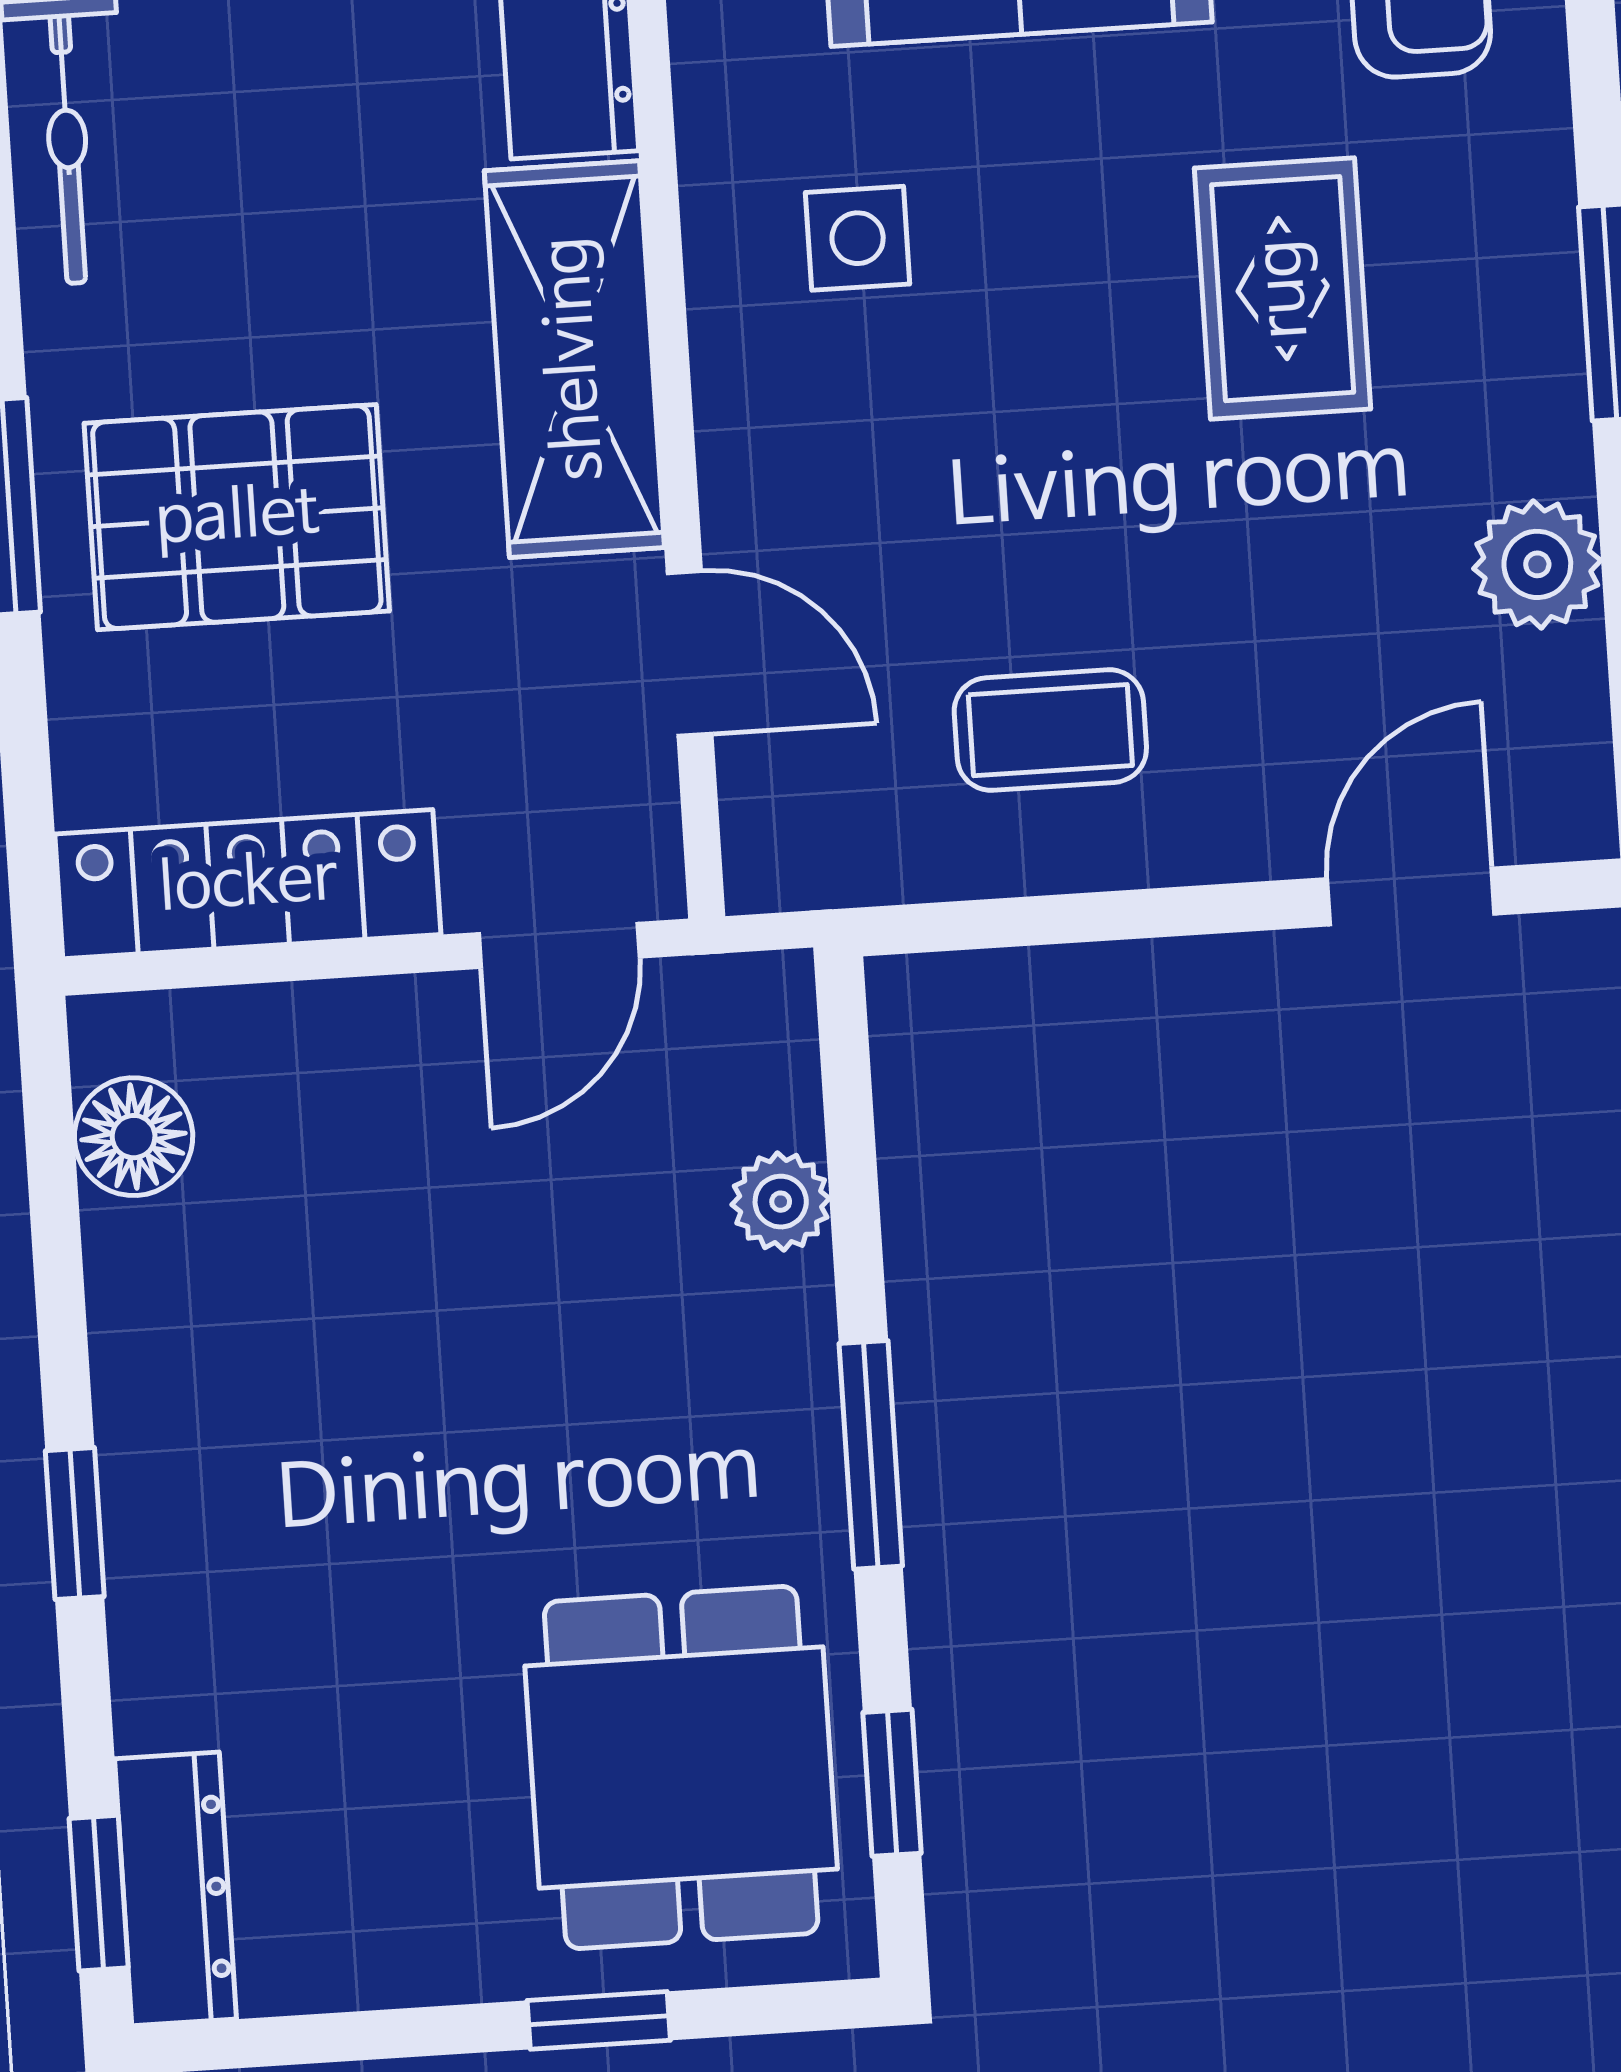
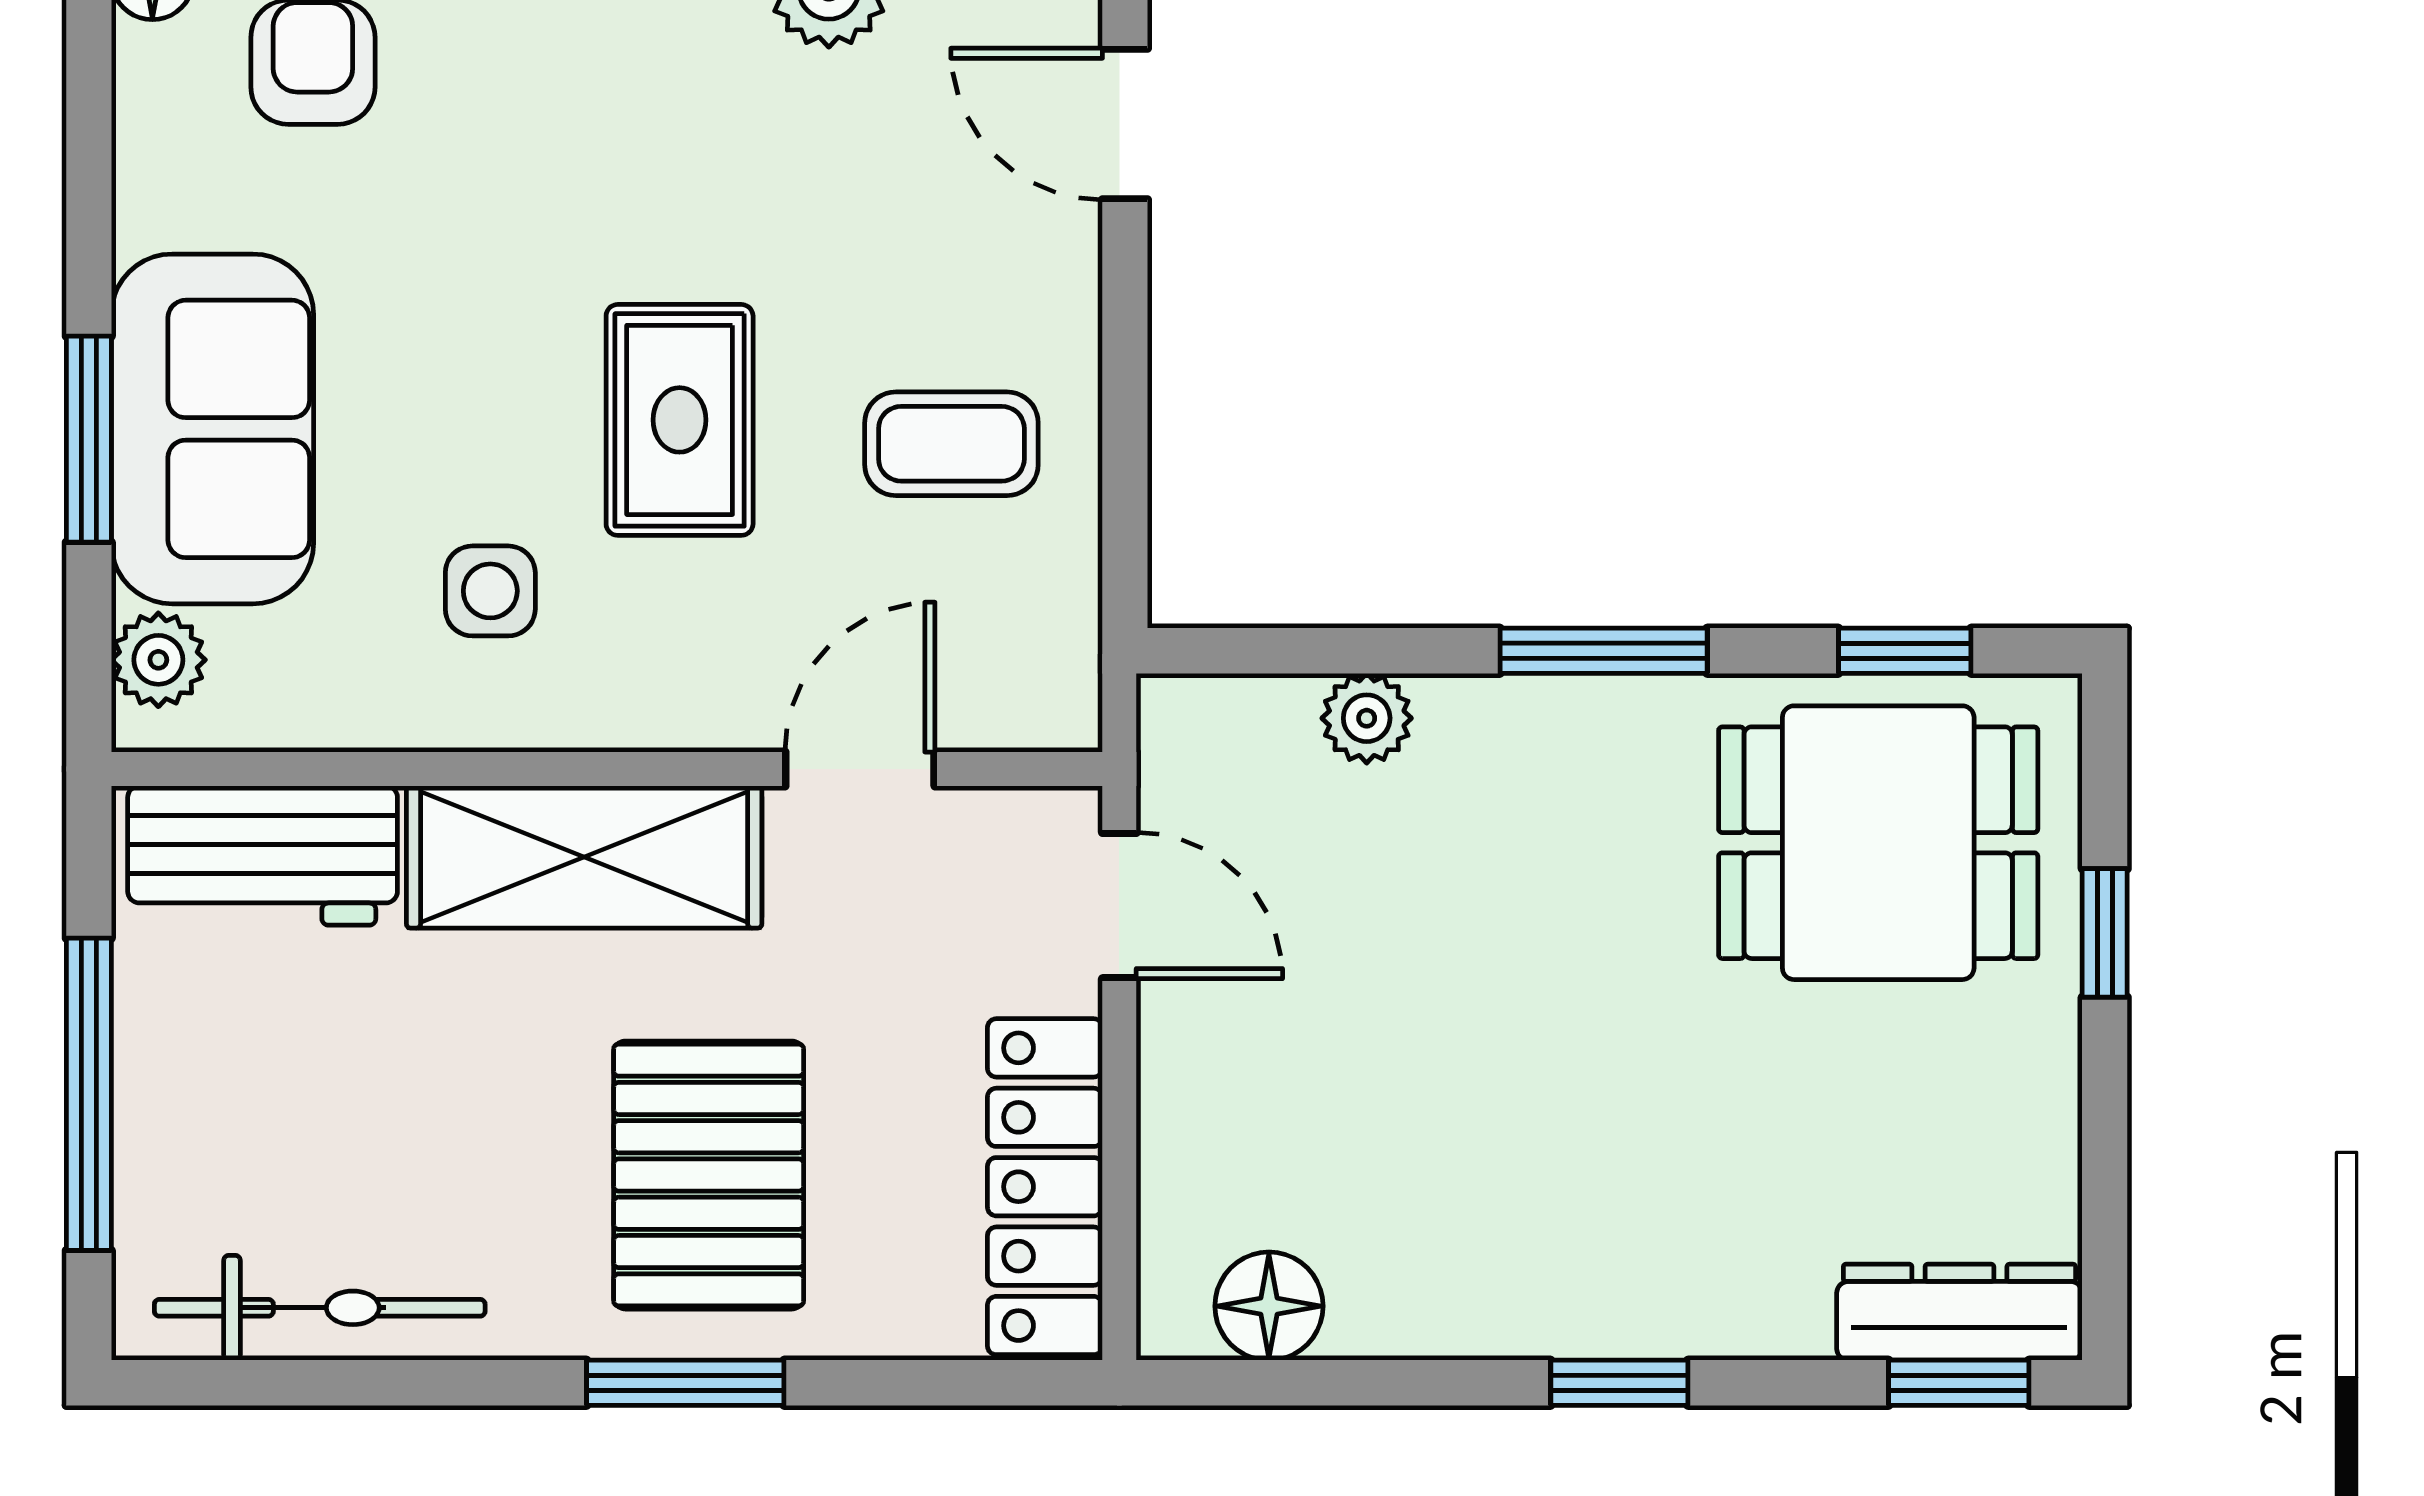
rug: (1283, 289) -> (680, 420), moved, turned 90
coffee table: (1050, 730) -> (951, 444), turned 90

